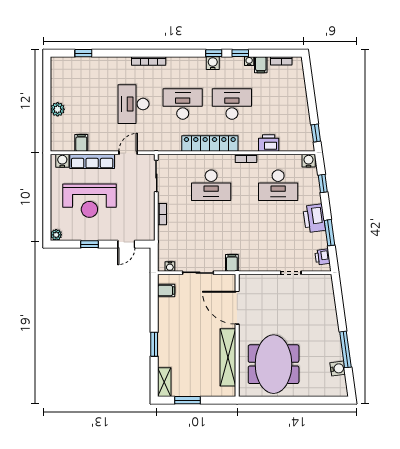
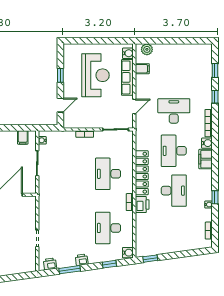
window: (214, 53) -> (215, 97), moved
water cooler: (213, 63) -> (207, 143), moved
filing cabinet: (261, 65) -> (206, 159), moved, width x2.00
desk: (183, 104) -> (174, 151), turned 180
plant: (58, 109) -> (147, 49), moved
printer: (269, 143) -> (142, 204), moved
door: (128, 153) -> (134, 107), hinge flipped
reception desk: (89, 201) -> (96, 75), turned 180
printer: (314, 218) -> (82, 260), width x0.53, depth x0.68
plant: (56, 235) -> (68, 48), removed
door: (126, 244) -> (60, 105), swing flipped
filing cabinet: (232, 263) -> (45, 191), removed

